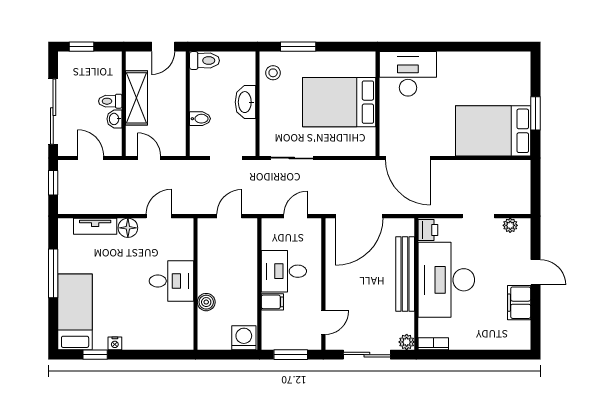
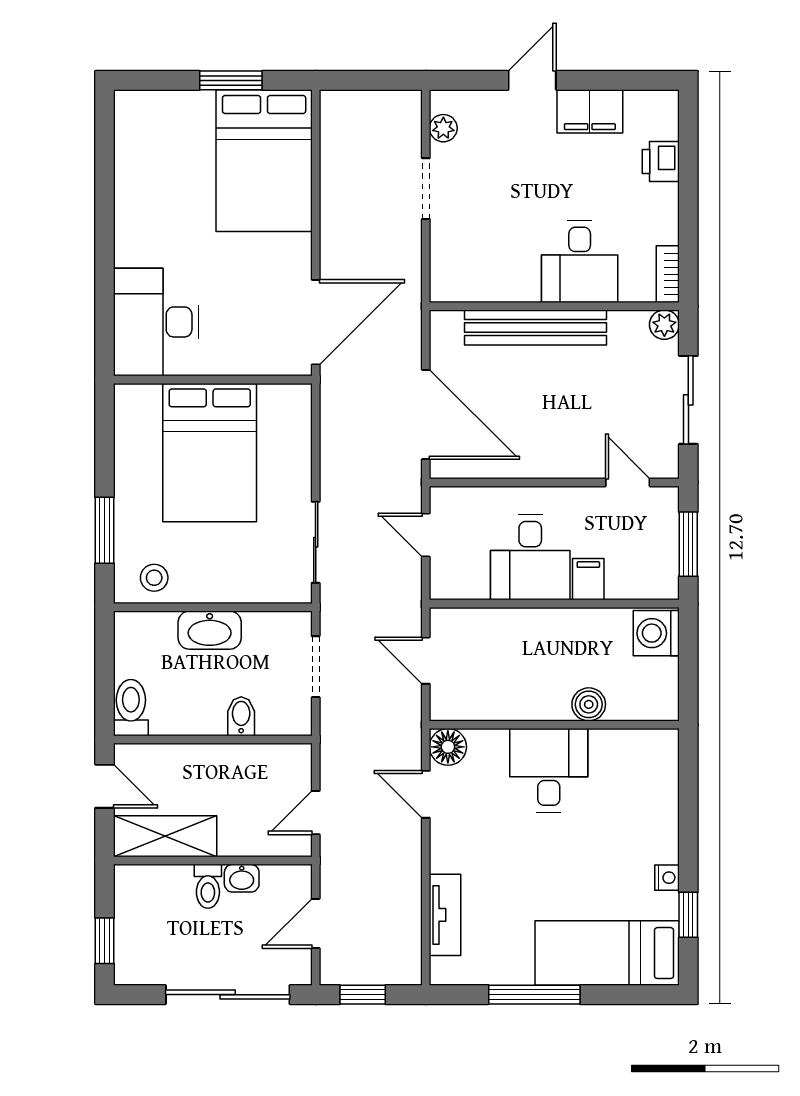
shelving: (137, 98) -> (165, 836), moved
floor lamp: (128, 228) -> (448, 747), moved
printer: (428, 230) -> (661, 161), moved, turned -90
desk: (446, 280) -> (580, 262), width x0.53, depth x0.77

